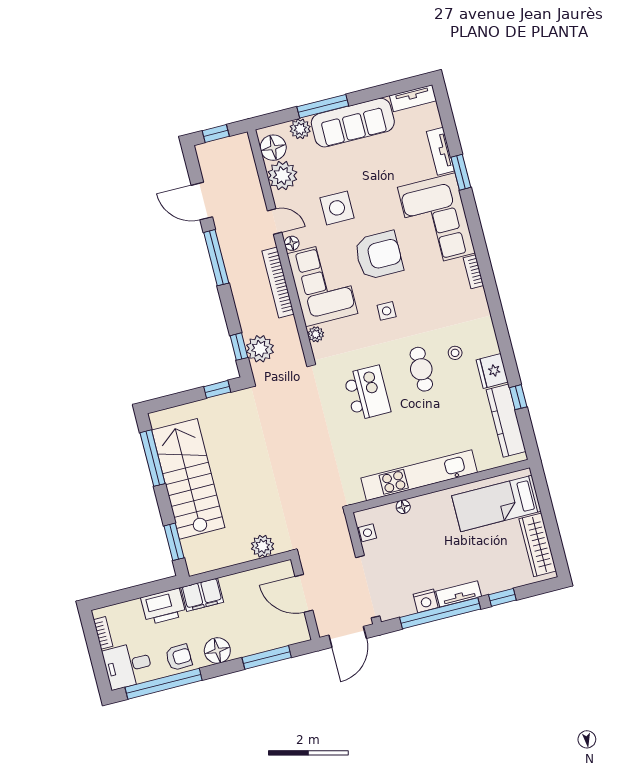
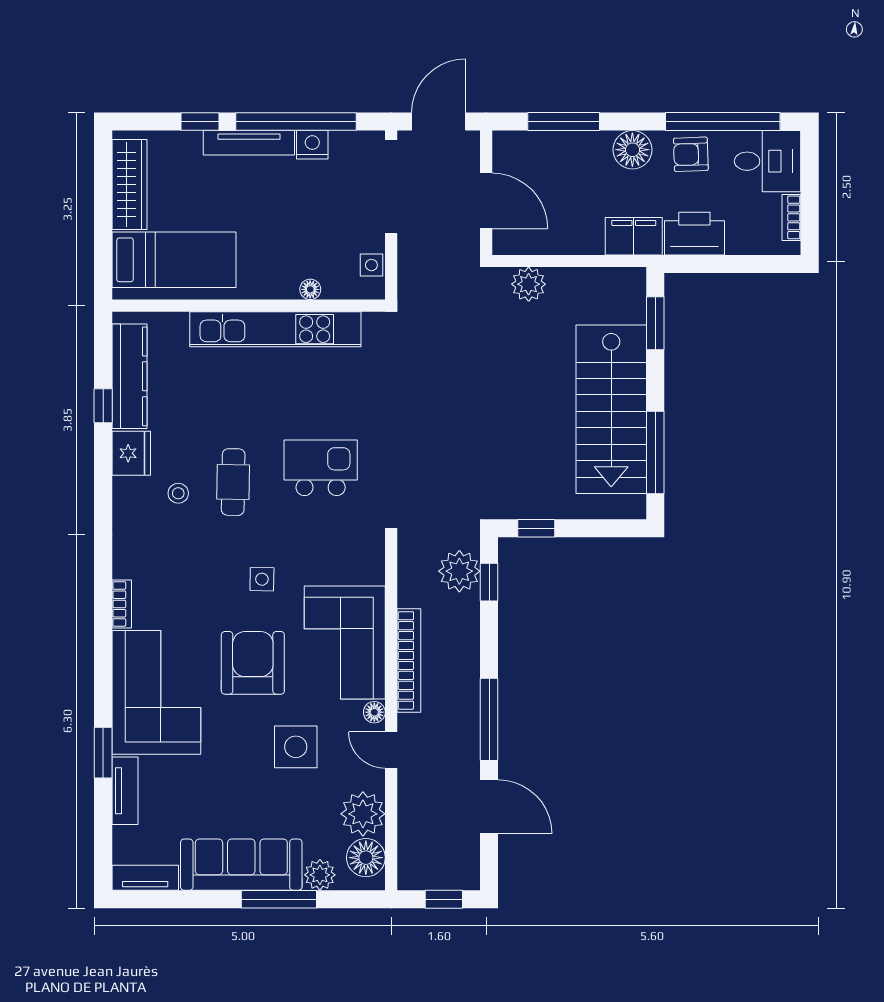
armchair: (379, 255) -> (253, 663), turned 90
plant: (316, 334) -> (373, 572), removed
kitchen island: (367, 393) -> (321, 468), turned 90
tv unit: (459, 594) -> (249, 143), width x1.41

